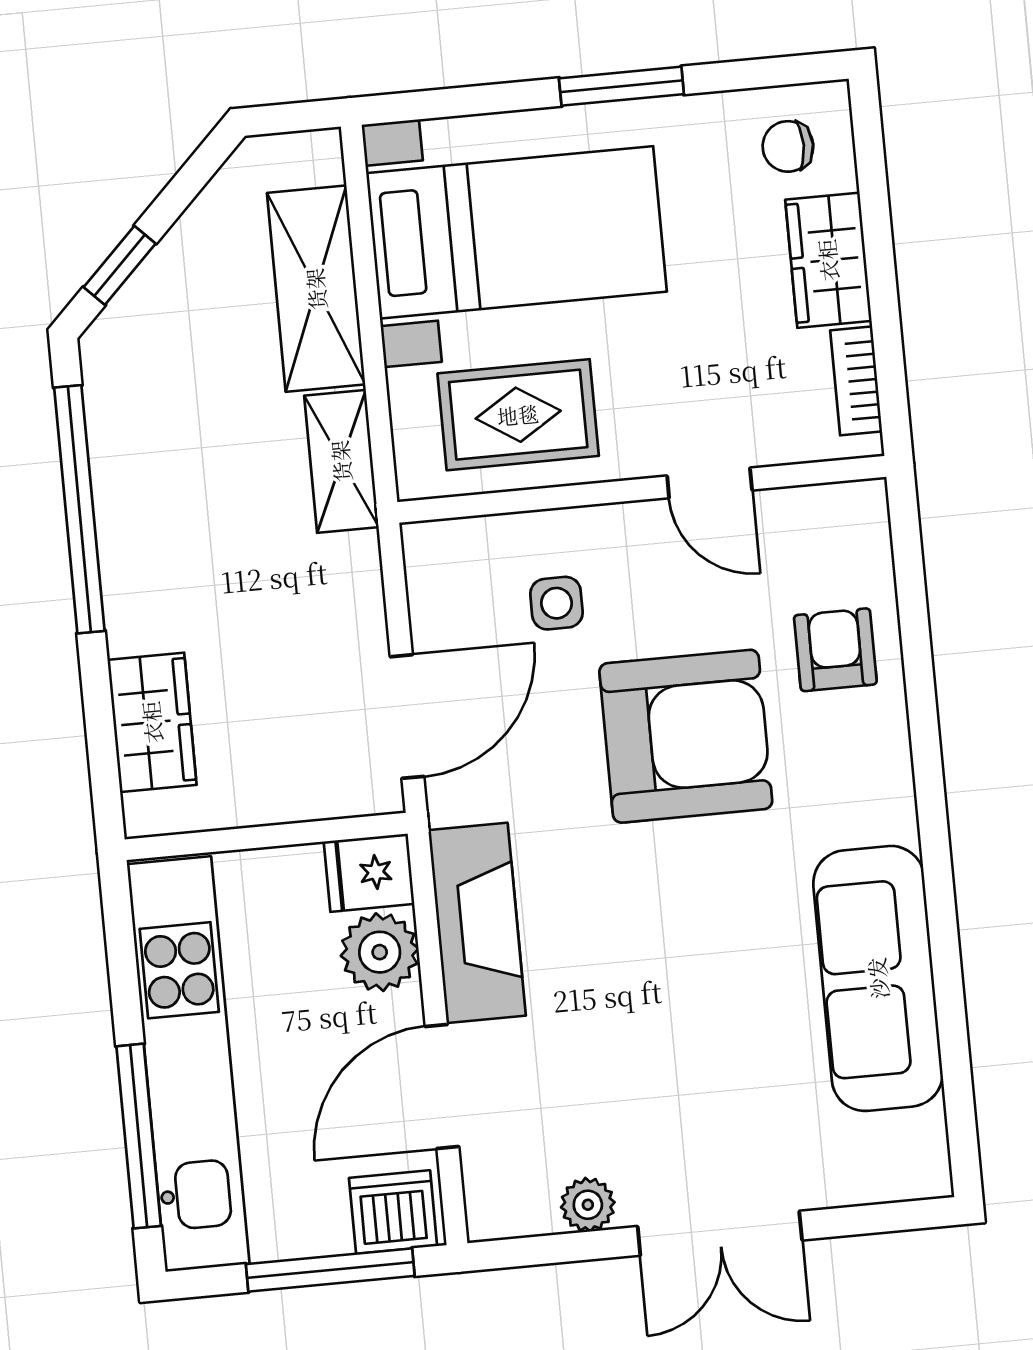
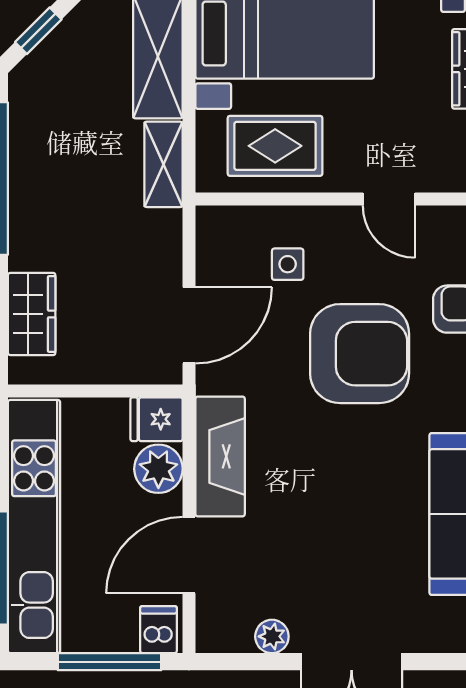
dishwasher: (393, 1212) -> (158, 630), width x0.73

